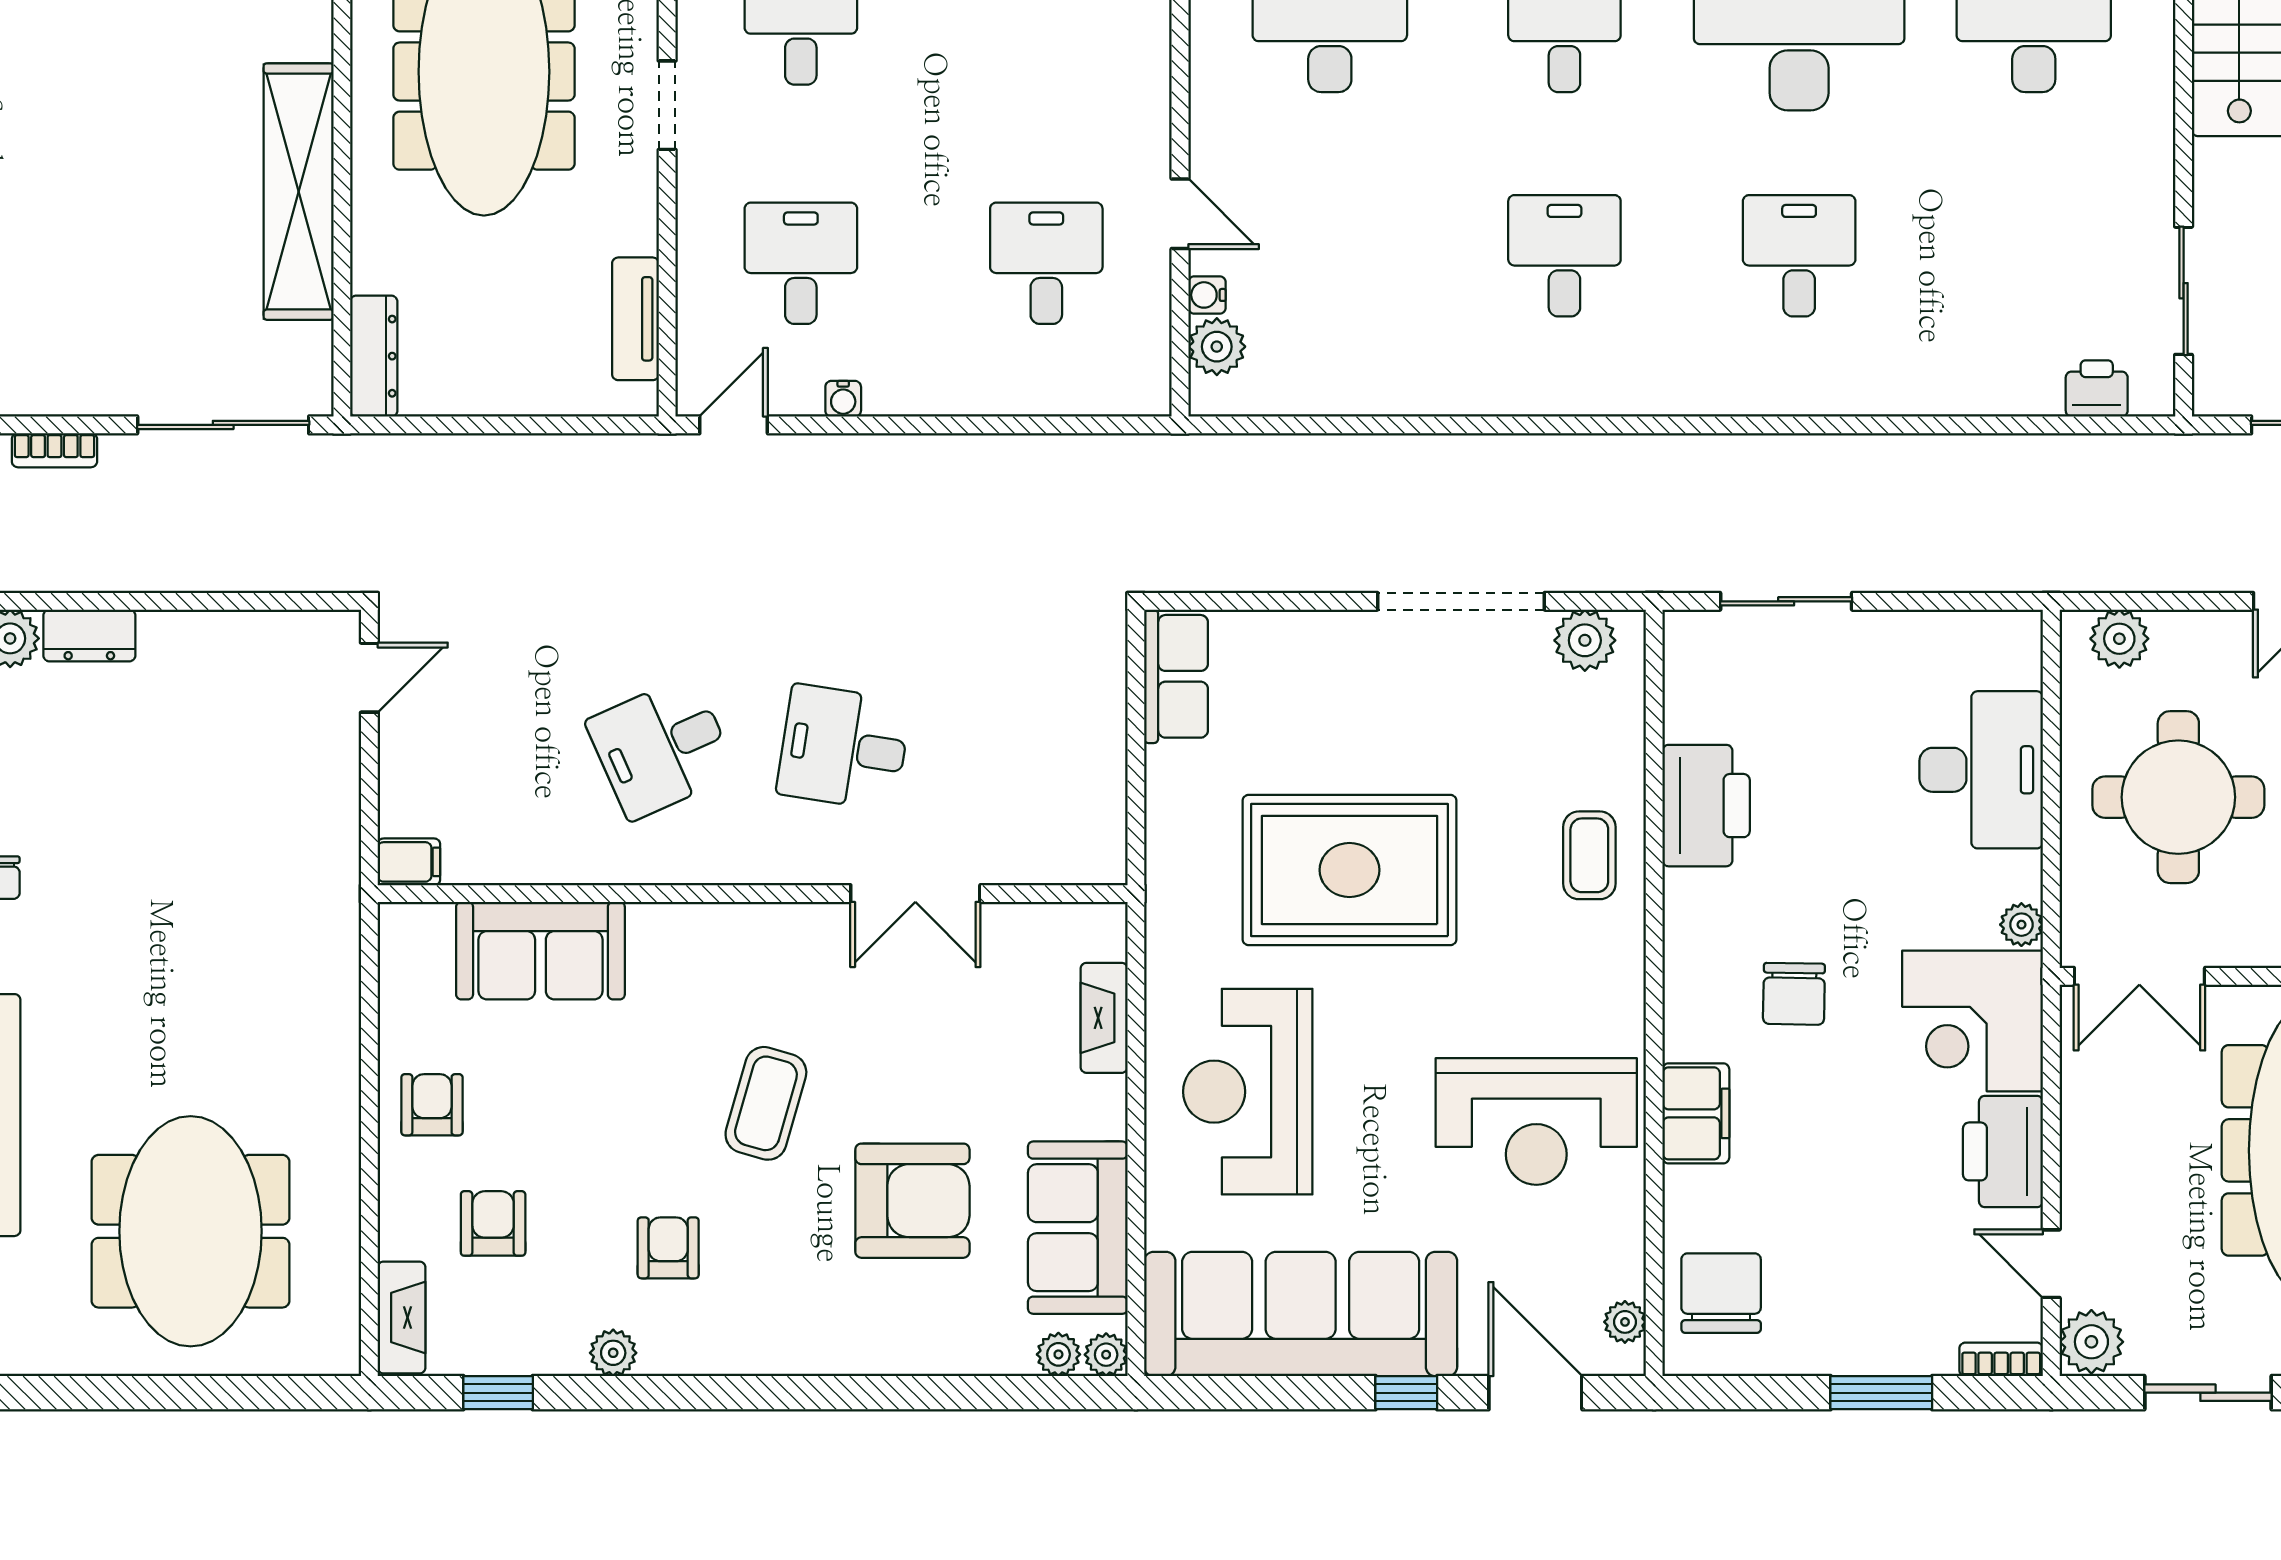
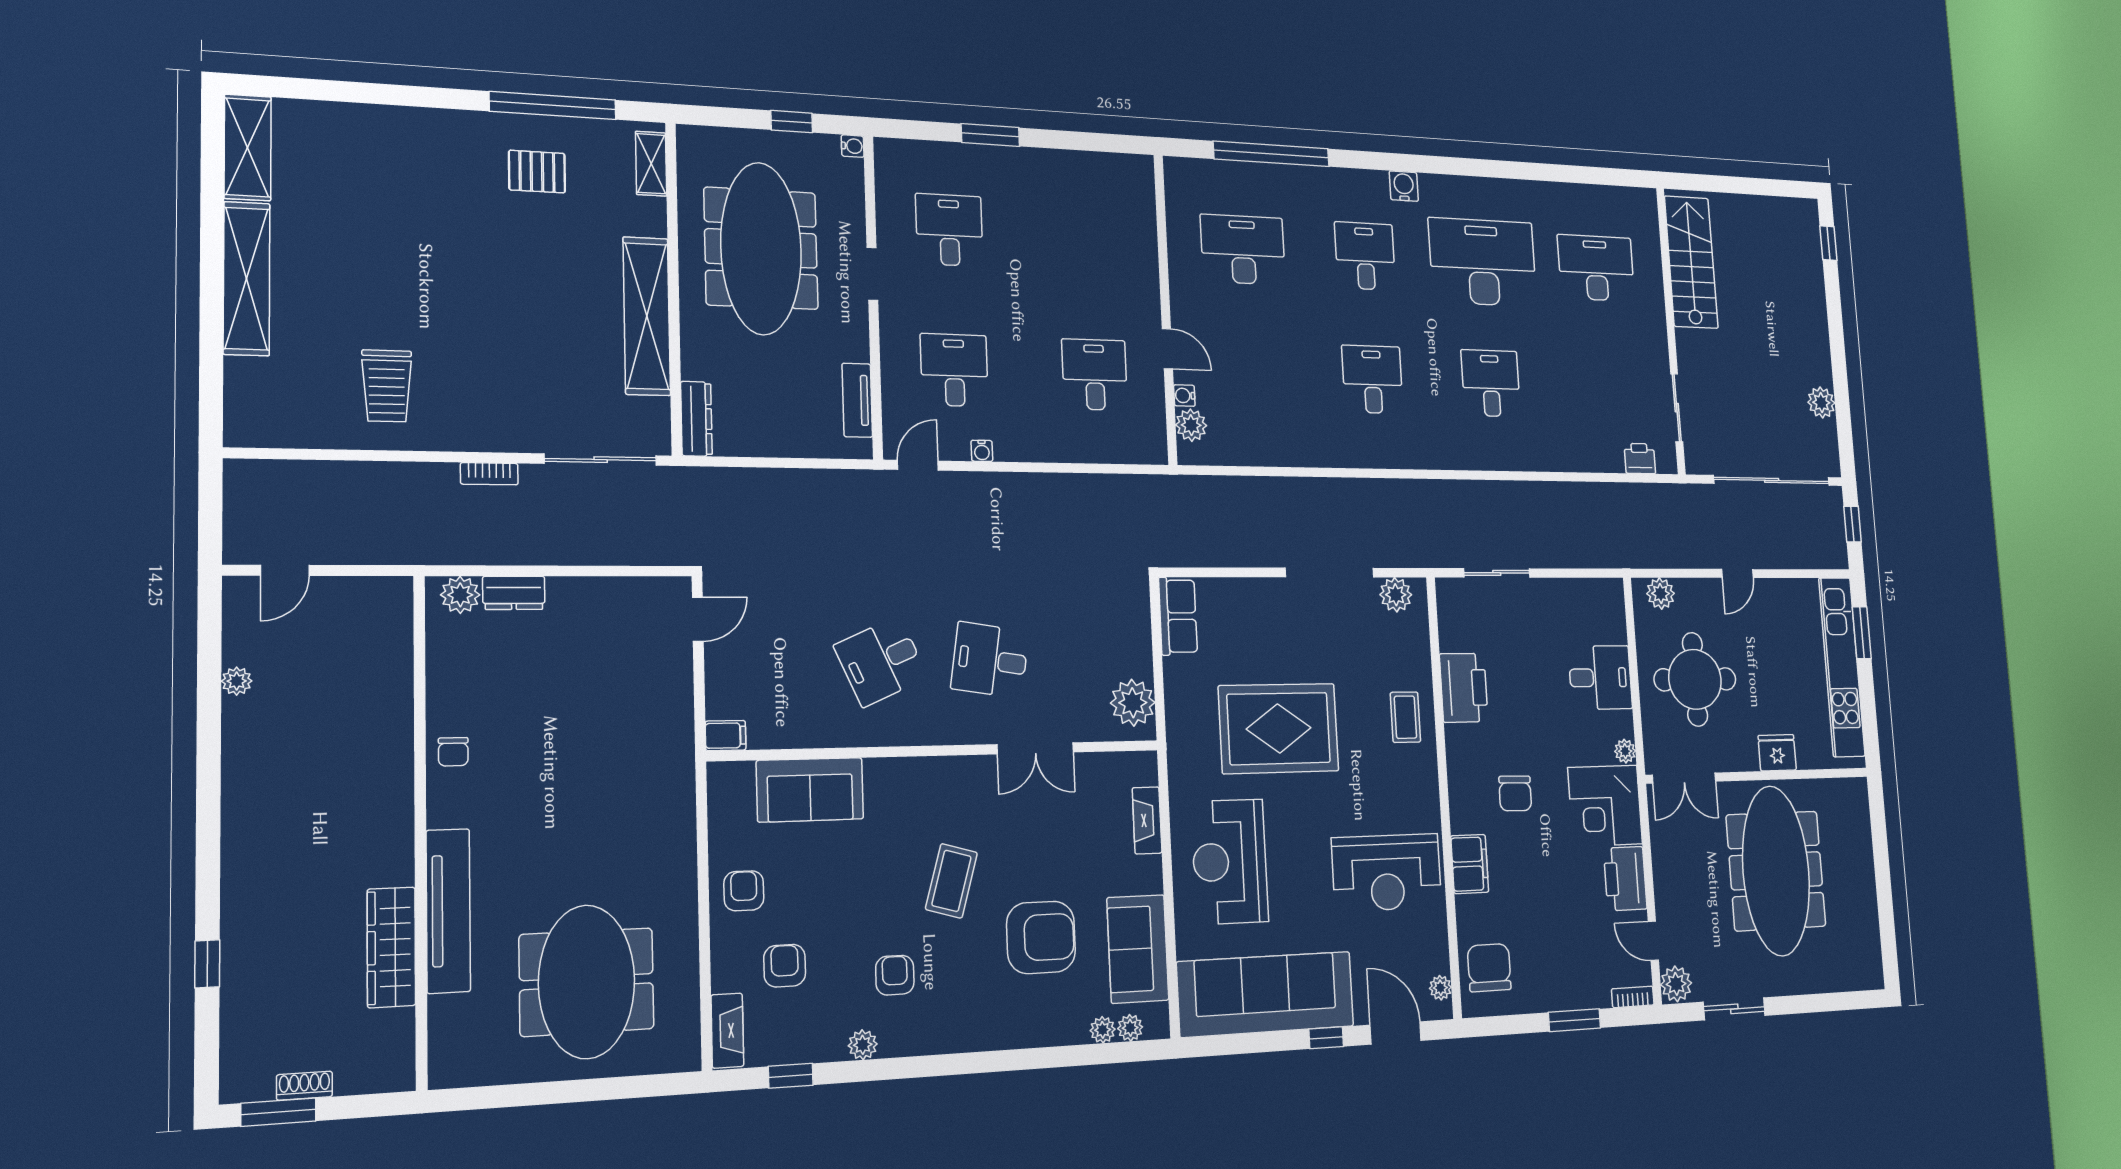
desk: (1981, 770) -> (1600, 678), width x0.73
plant: (1088, 822) -> (1133, 703), added
plant: (1106, 1355) -> (1103, 1030), moved

